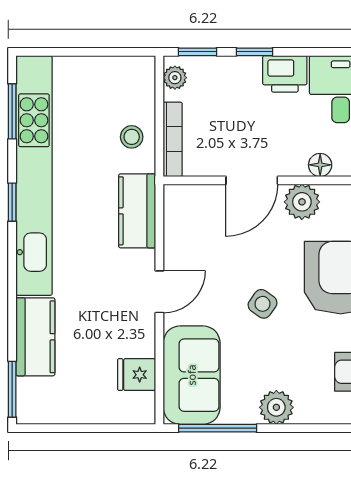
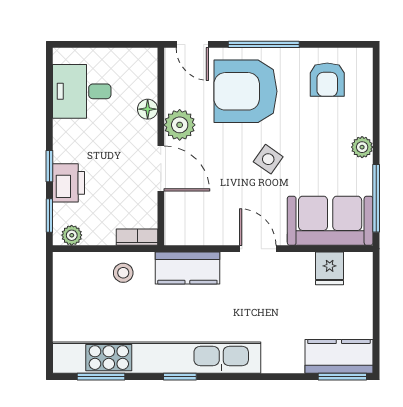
printer: (285, 74) -> (69, 183), moved
bookcase: (173, 139) -> (137, 237), width x0.64
kitchen counter: (35, 337) -> (339, 356), moved
plant: (276, 407) -> (362, 147), width x0.73, depth x0.73

